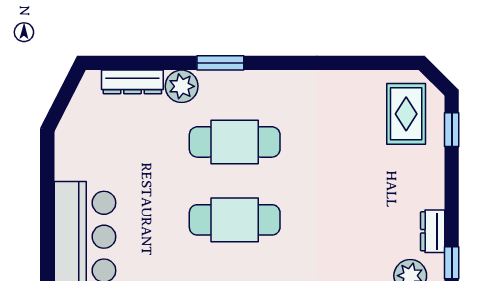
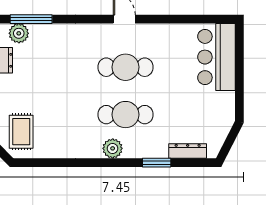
window: (220, 63) -> (157, 163), moved
plant: (182, 86) -> (113, 148), moved

